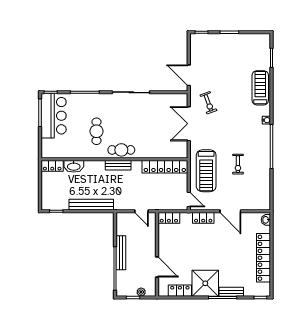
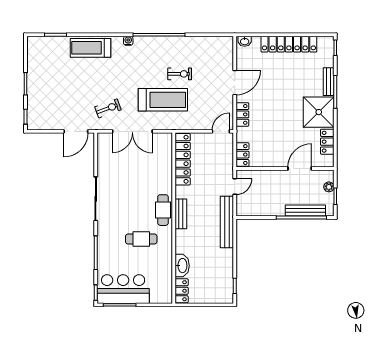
treadmill: (206, 171) -> (163, 100), moved
bench: (91, 205) -> (227, 222), moved
bench: (121, 253) -> (305, 211), moved

